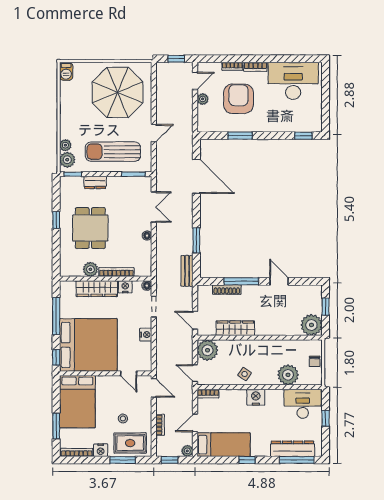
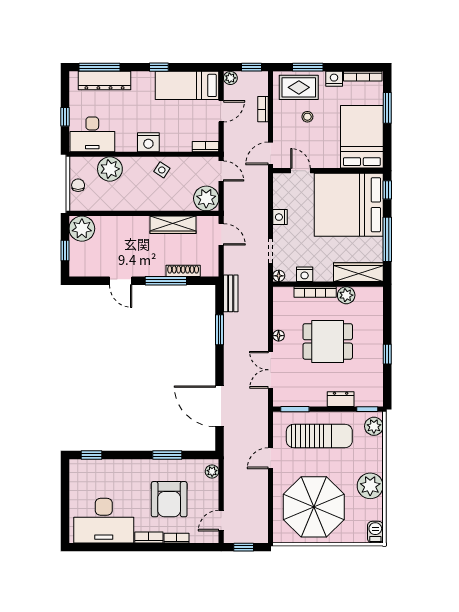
plant: (203, 99) -> (212, 471), moved
plant: (65, 145) -> (370, 486), moved, width x1.88, depth x1.88
dining table: (90, 228) -> (328, 341), moved, turned 90
wardrobe: (97, 289) -> (358, 272), moved
door: (154, 388) -> (270, 153), hinge flipped

